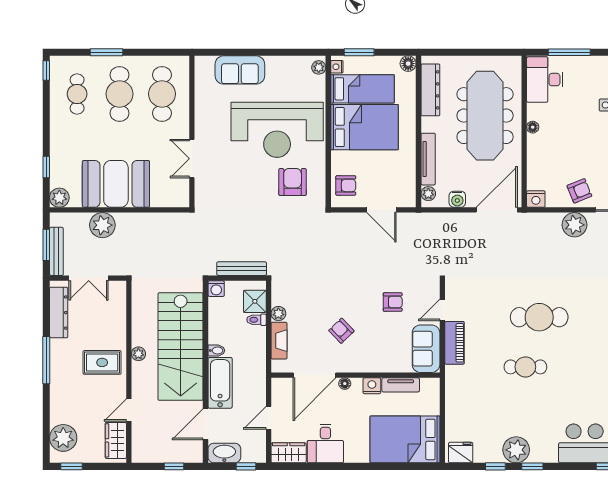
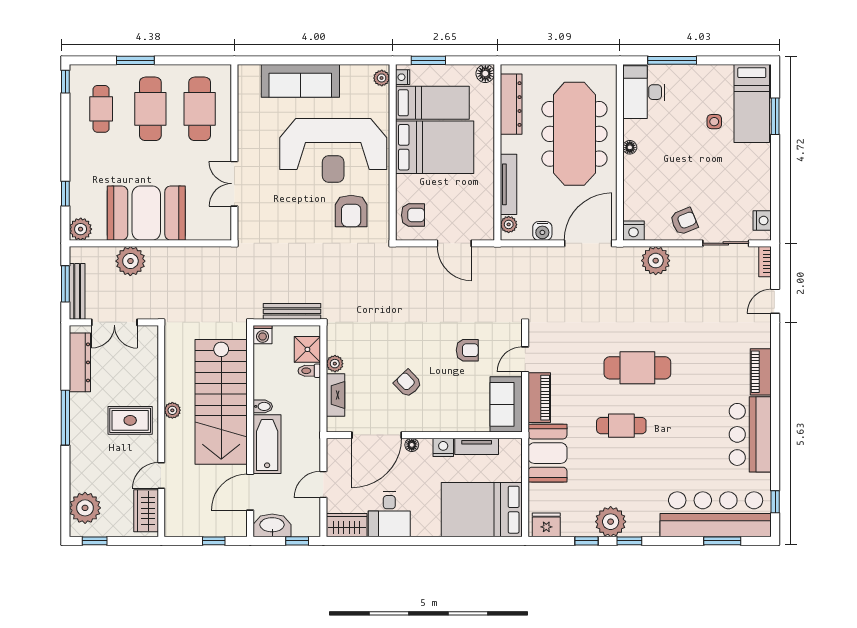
sofa: (240, 70) -> (300, 81), width x1.36
armchair: (293, 182) -> (351, 211), turned 180
plant: (574, 225) -> (656, 261), moved
booth: (462, 391) -> (547, 453), added

